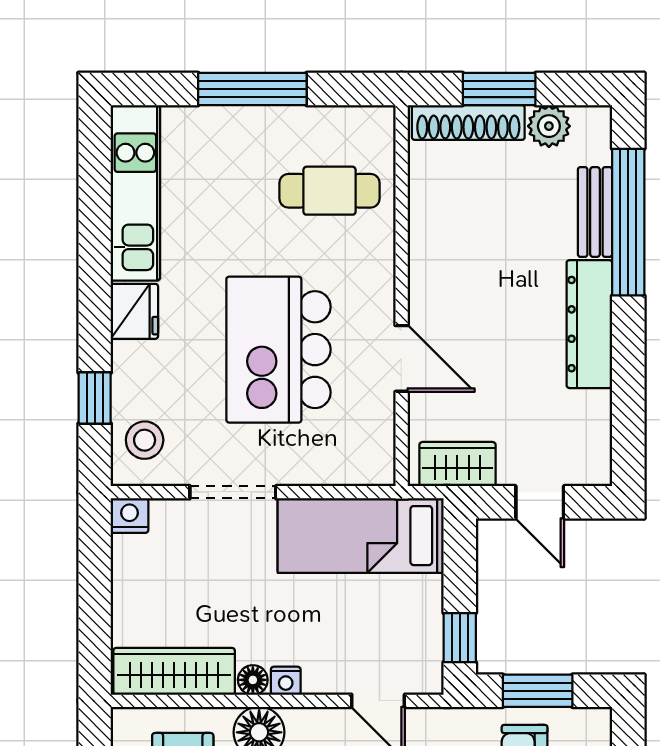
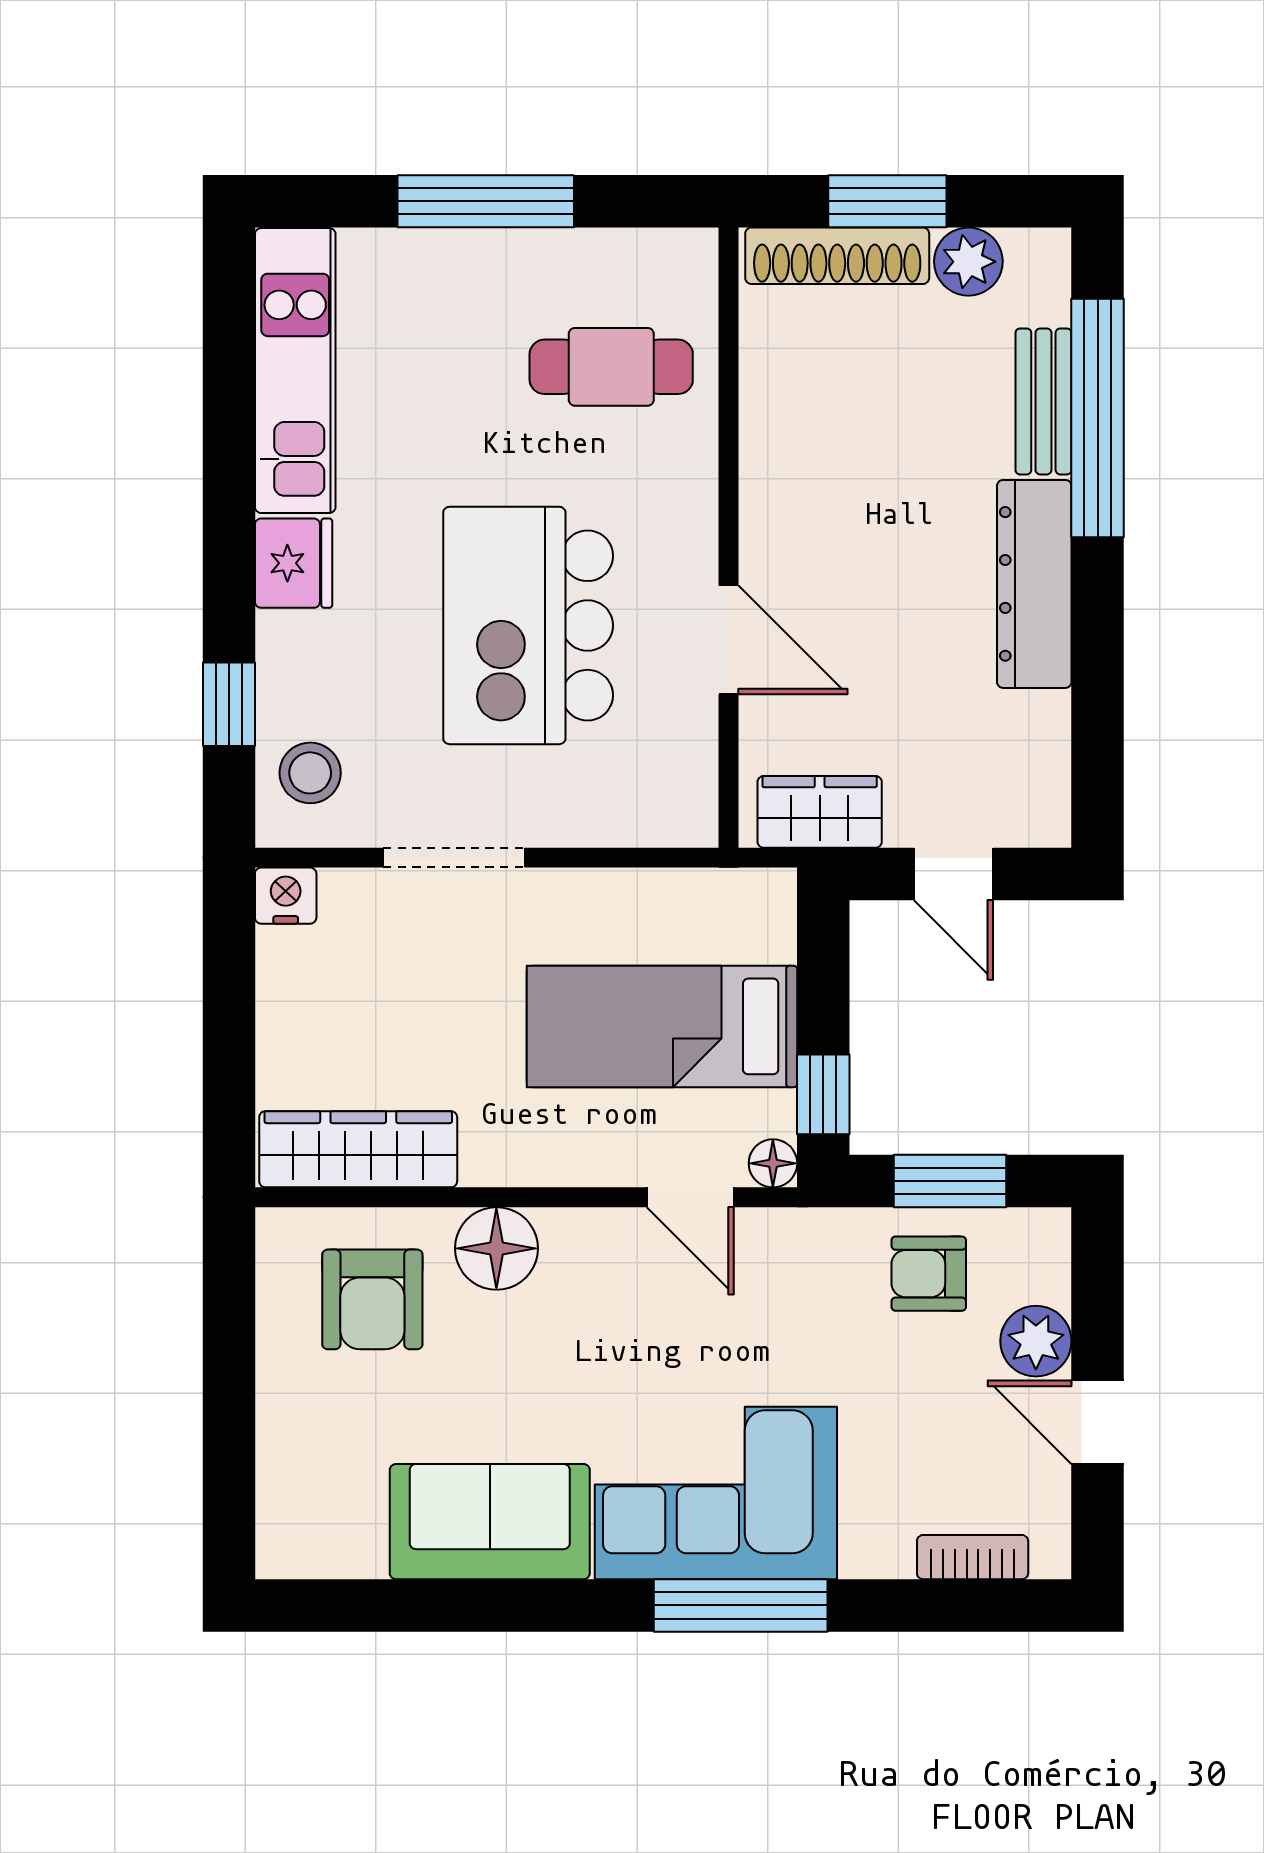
bed: (361, 536) -> (662, 1026), moved
floor lamp: (253, 680) -> (773, 1163), moved
nightstand: (286, 681) -> (540, 1165), removed

